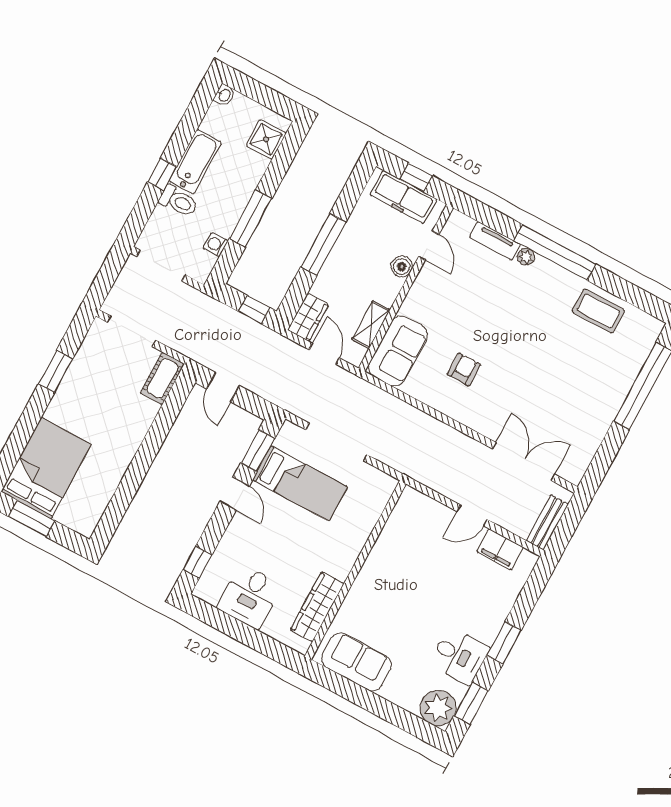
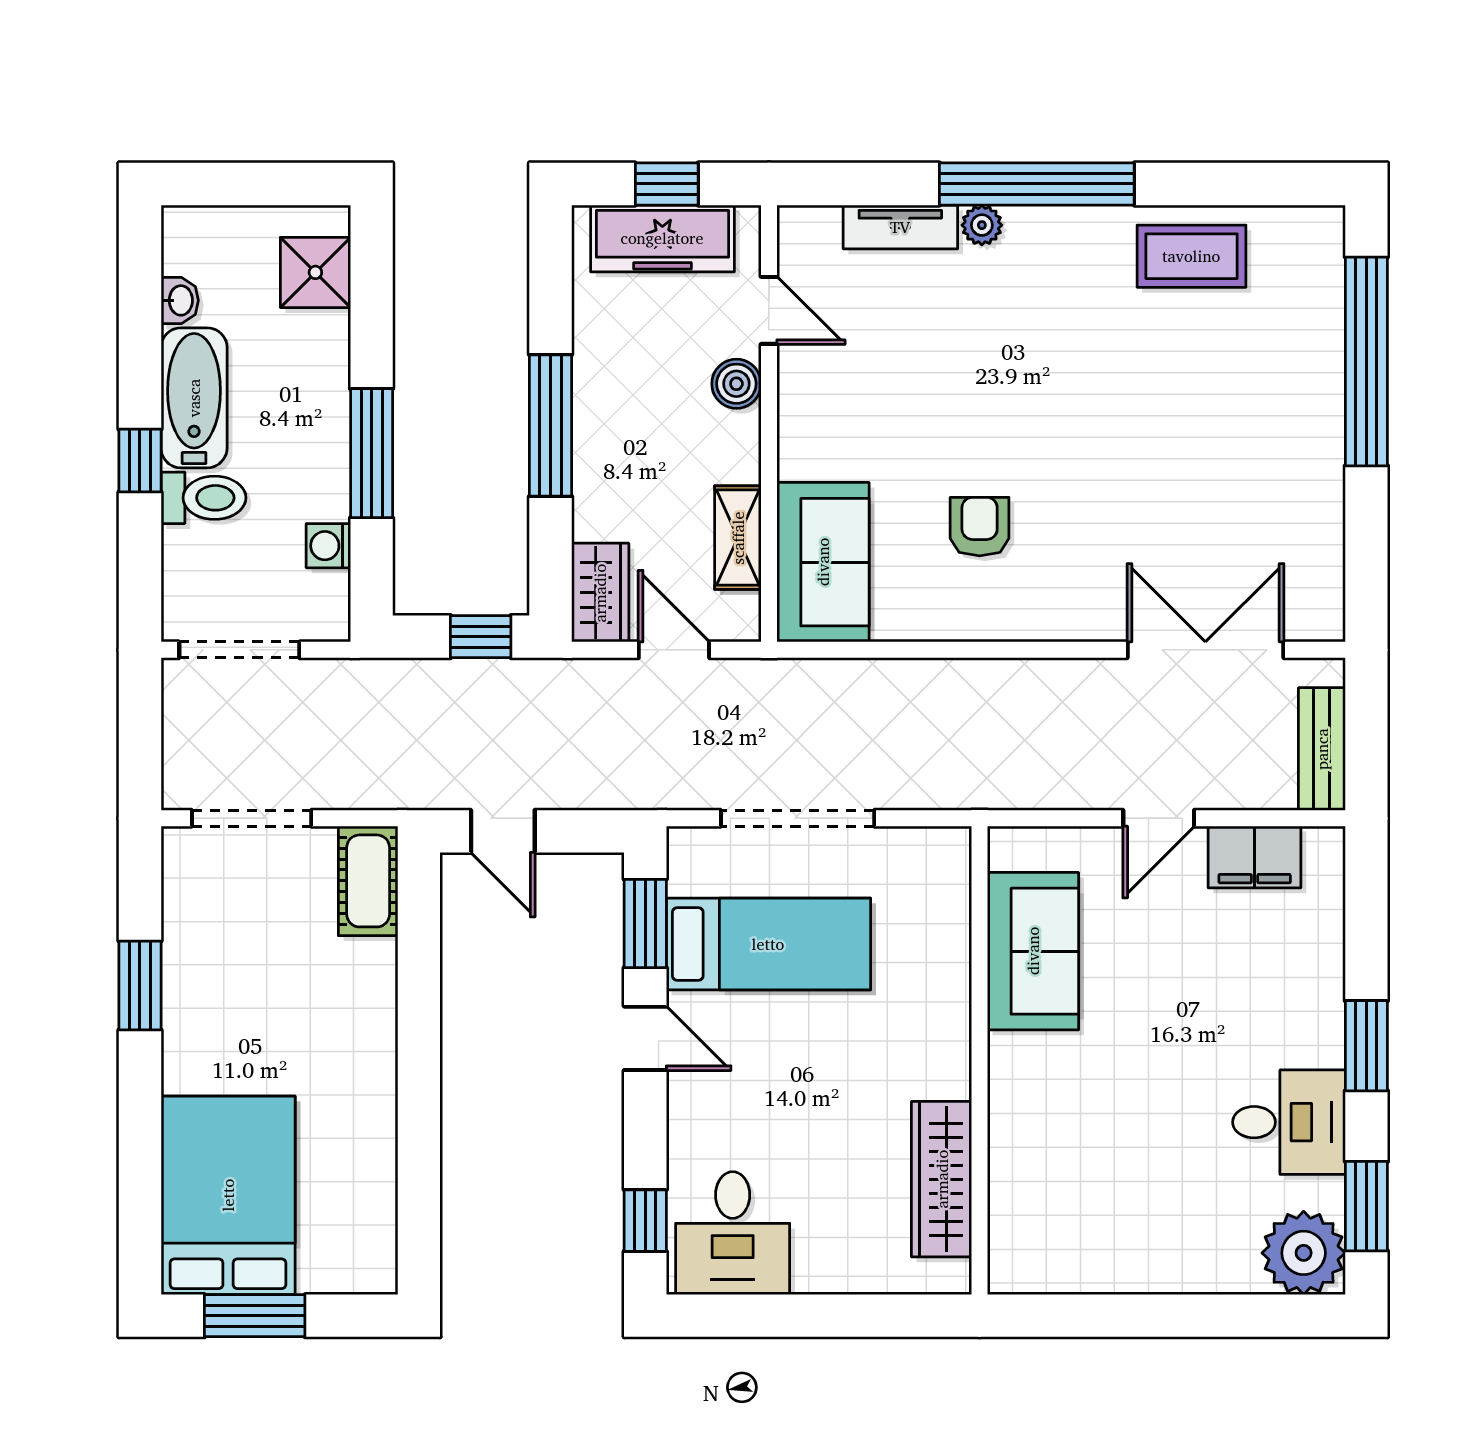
washbasin: (224, 95) -> (180, 300), moved
desk: (250, 596) -> (733, 1233), moved
sofa: (356, 662) -> (1033, 951), moved, turned 90

